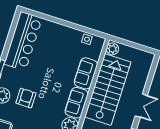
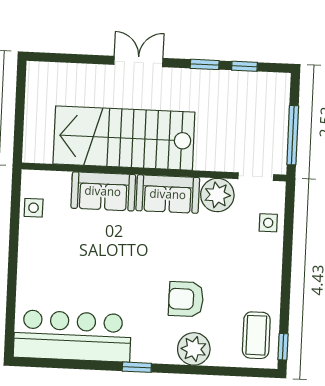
plant: (112, 49) -> (39, 151), removed

